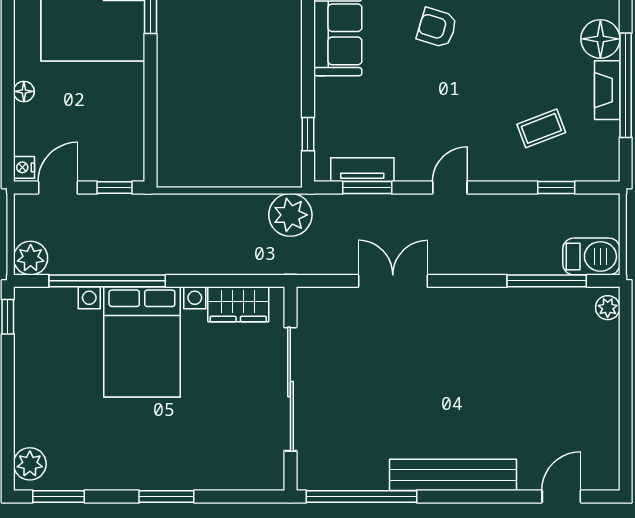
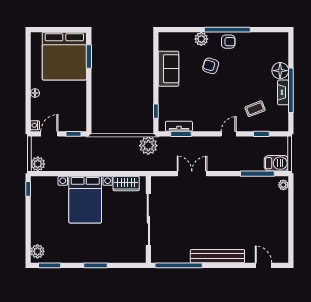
door: (450, 188) -> (229, 134), moved
window: (107, 281) -> (70, 174), removed
door: (561, 497) -> (264, 265), hinge flipped

